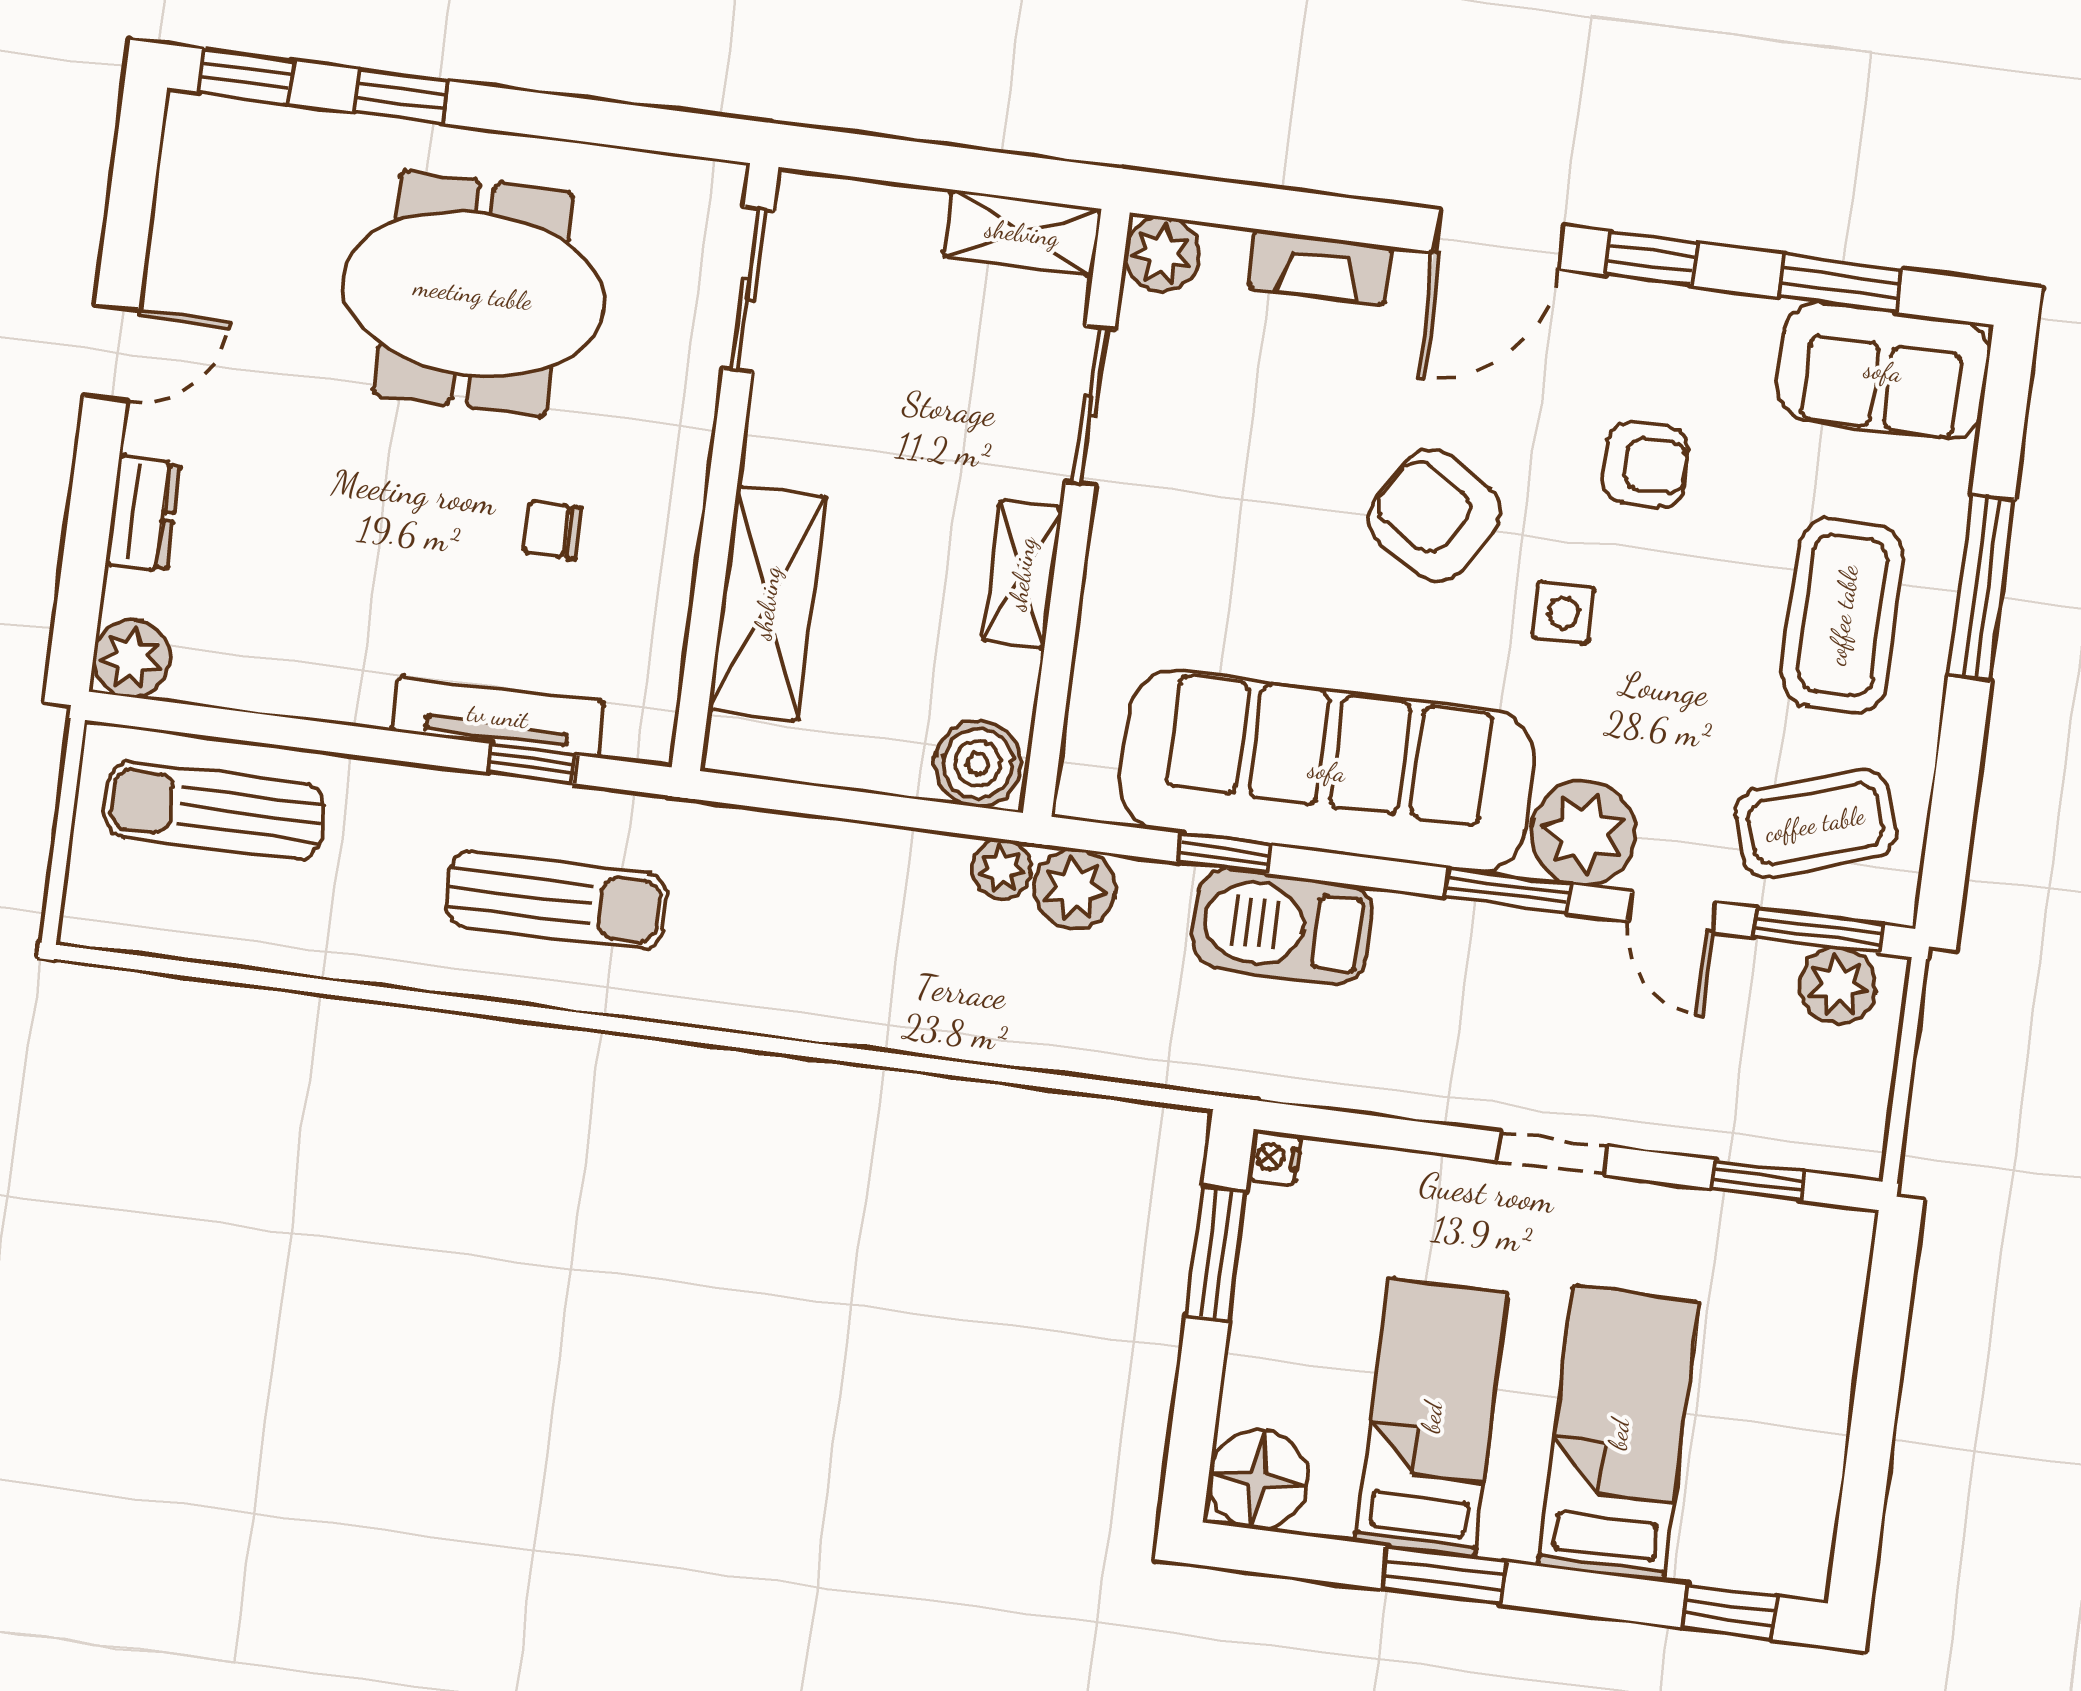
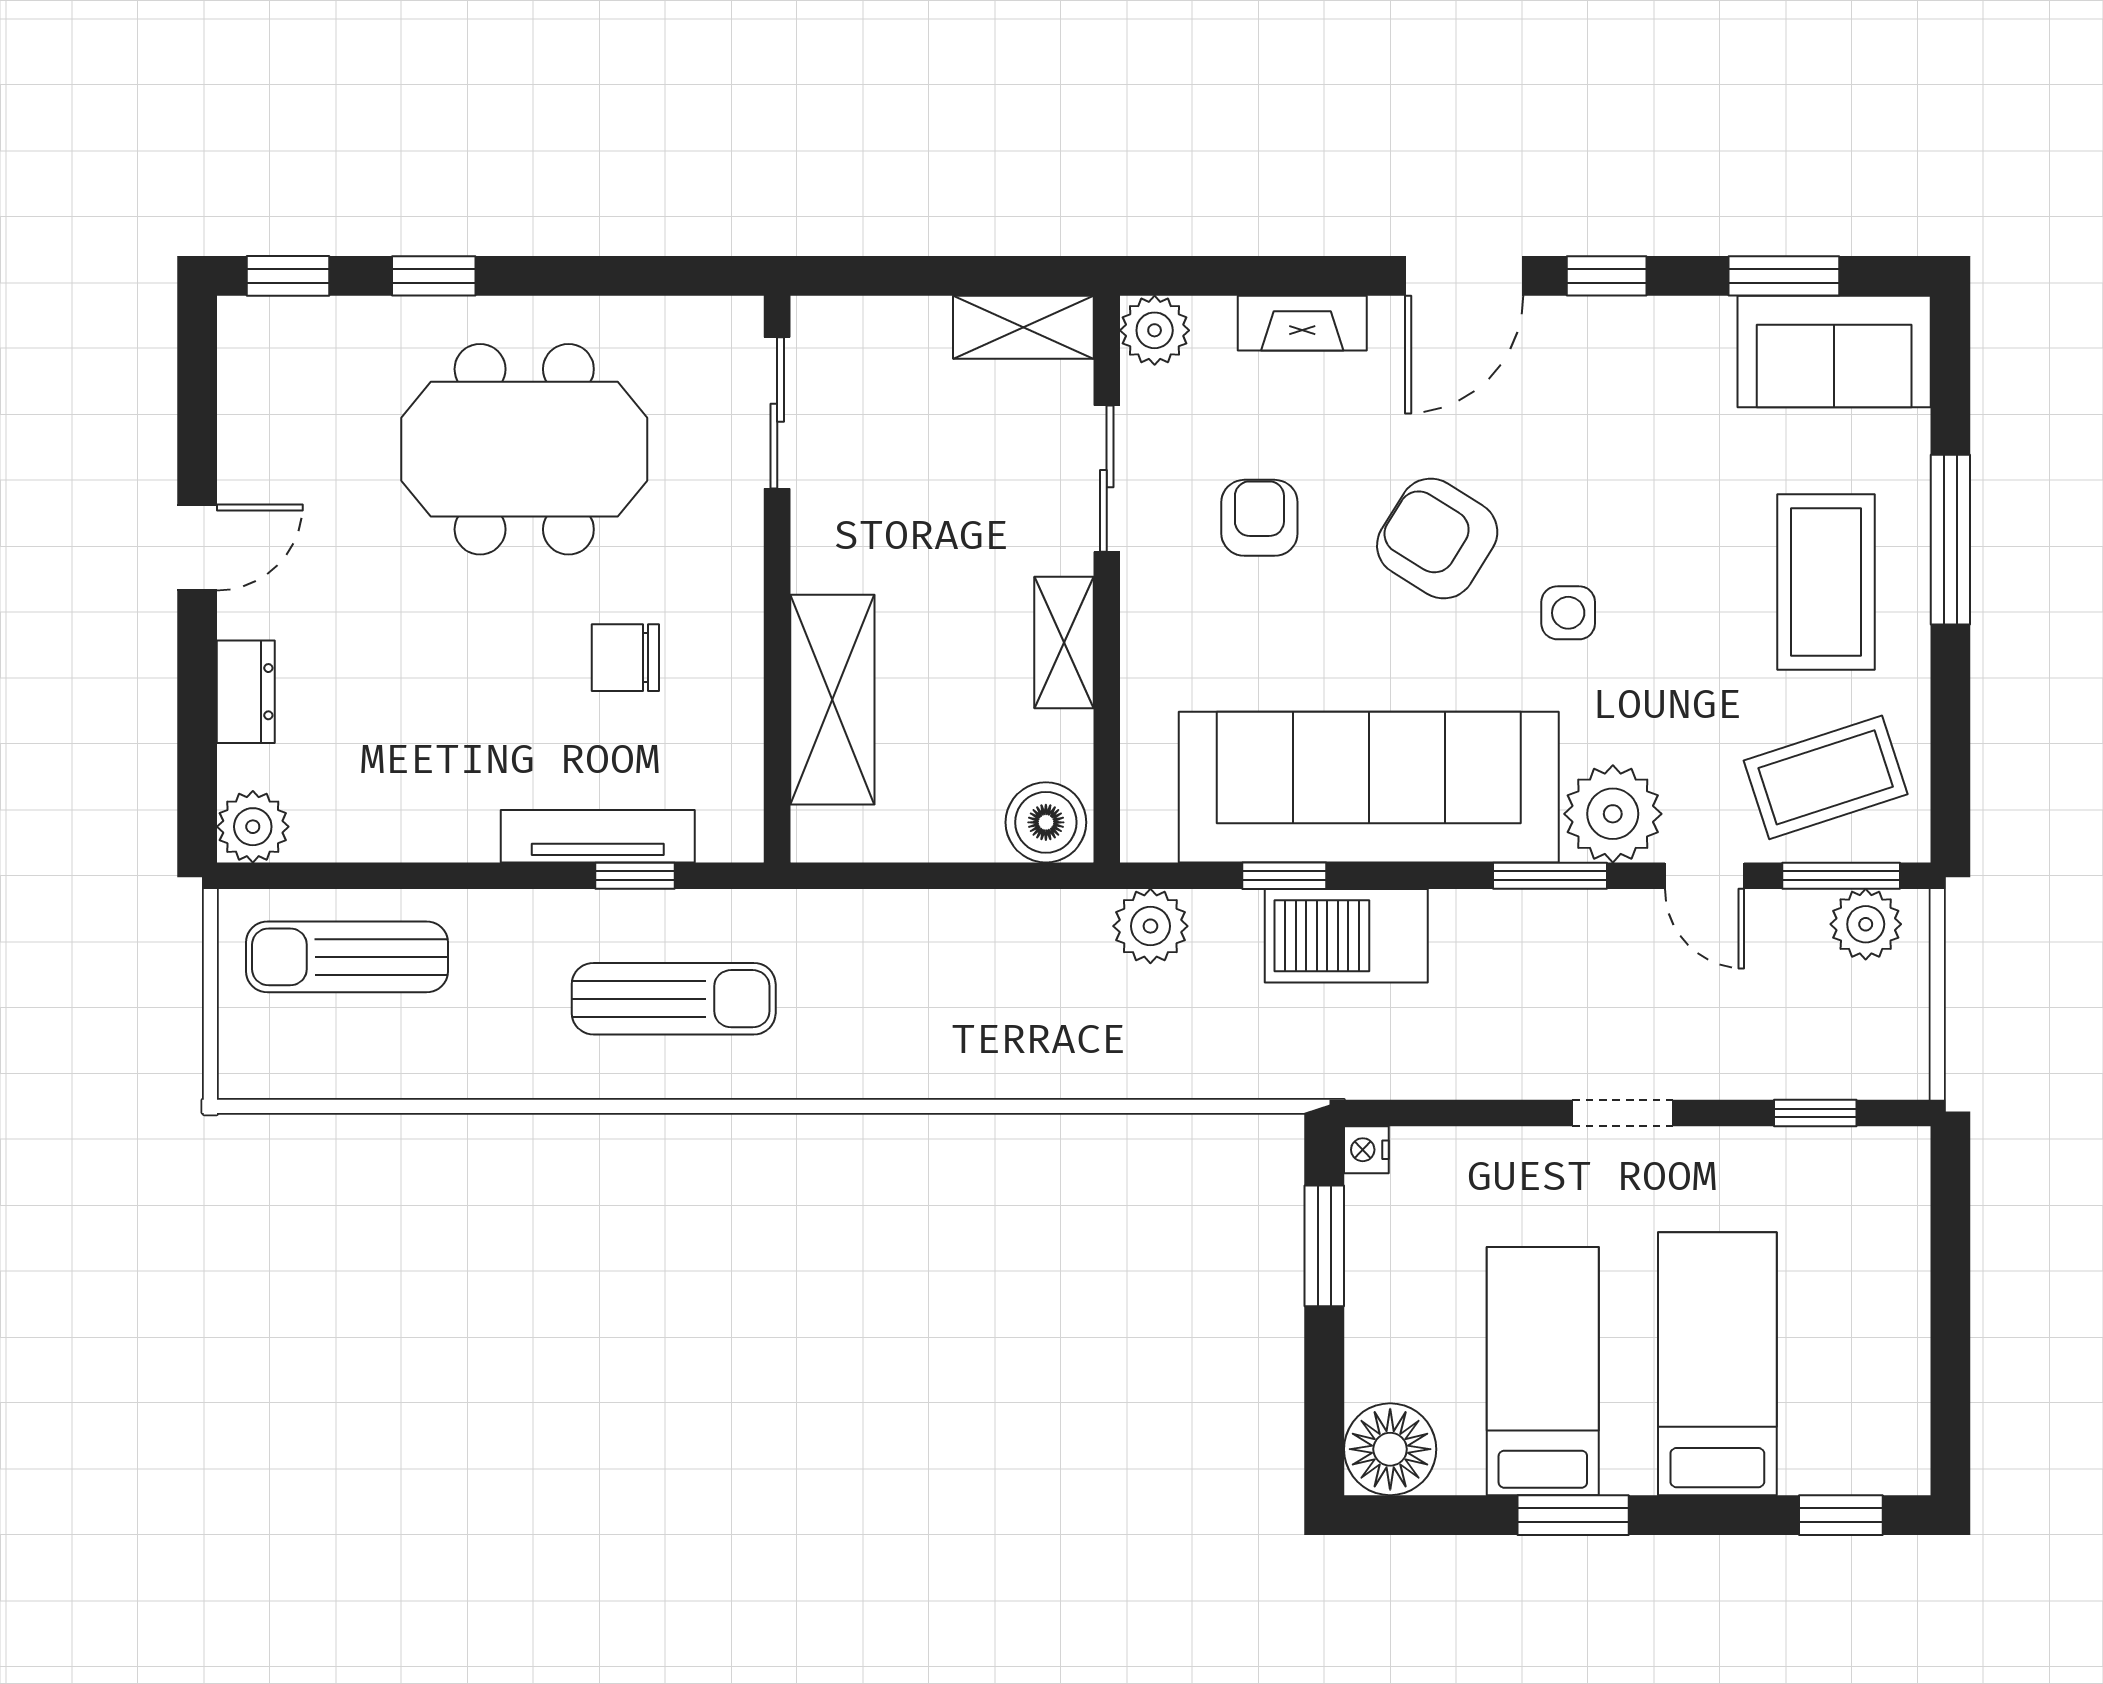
armchair: (1646, 465) -> (1259, 518), moved, turned -90
chair: (552, 530) -> (625, 658), width x1.37, depth x1.37
plant: (1002, 869) -> (1080, 916), removed

